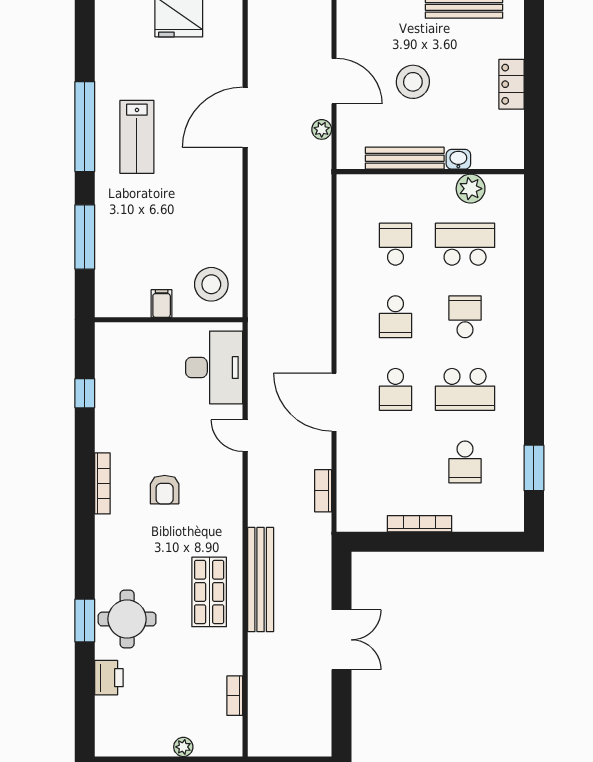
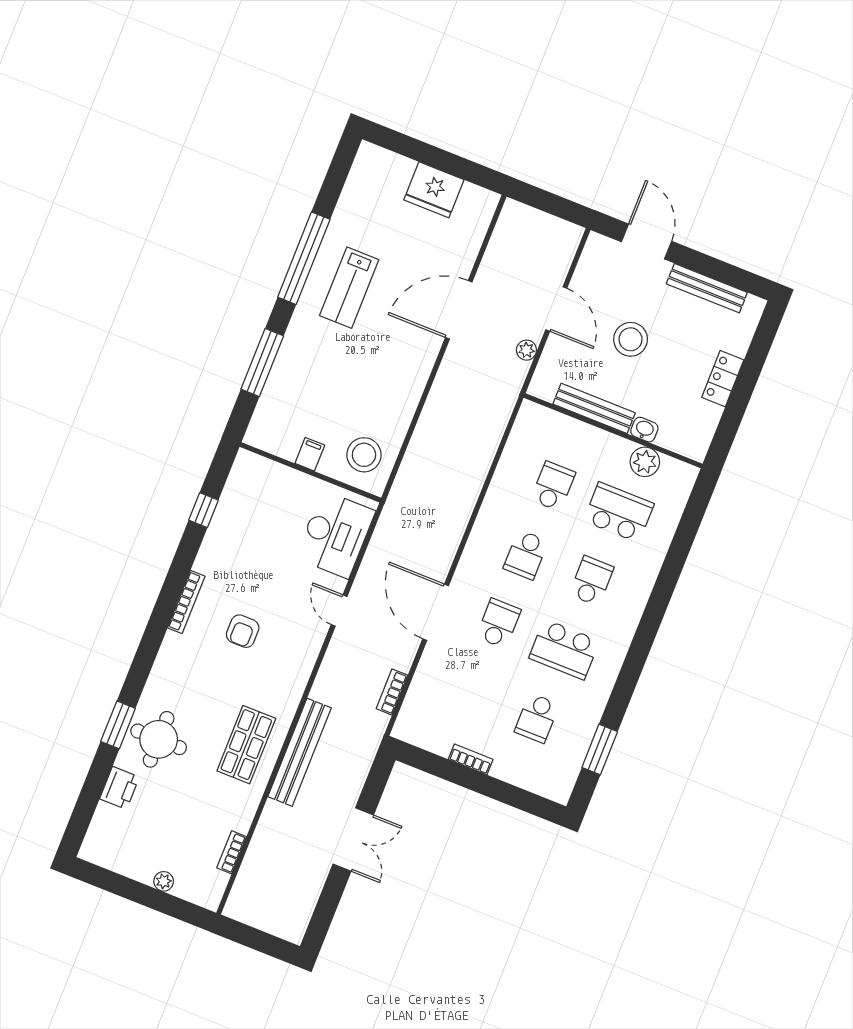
school desk: (395, 389) -> (498, 623), turned 180
bookcase: (420, 524) -> (471, 759), width x0.64

